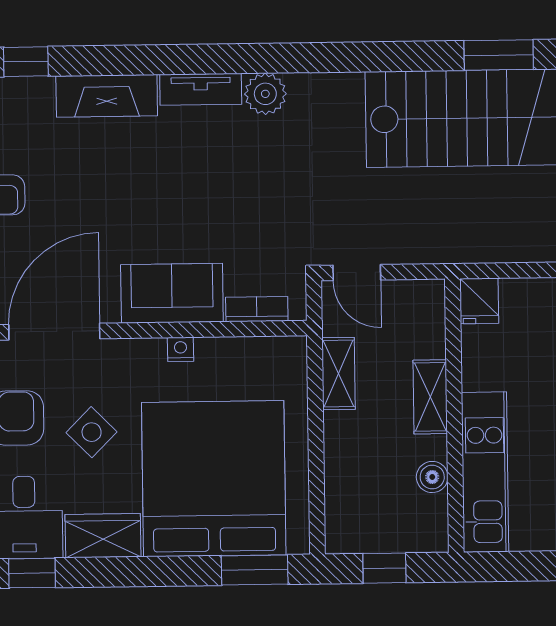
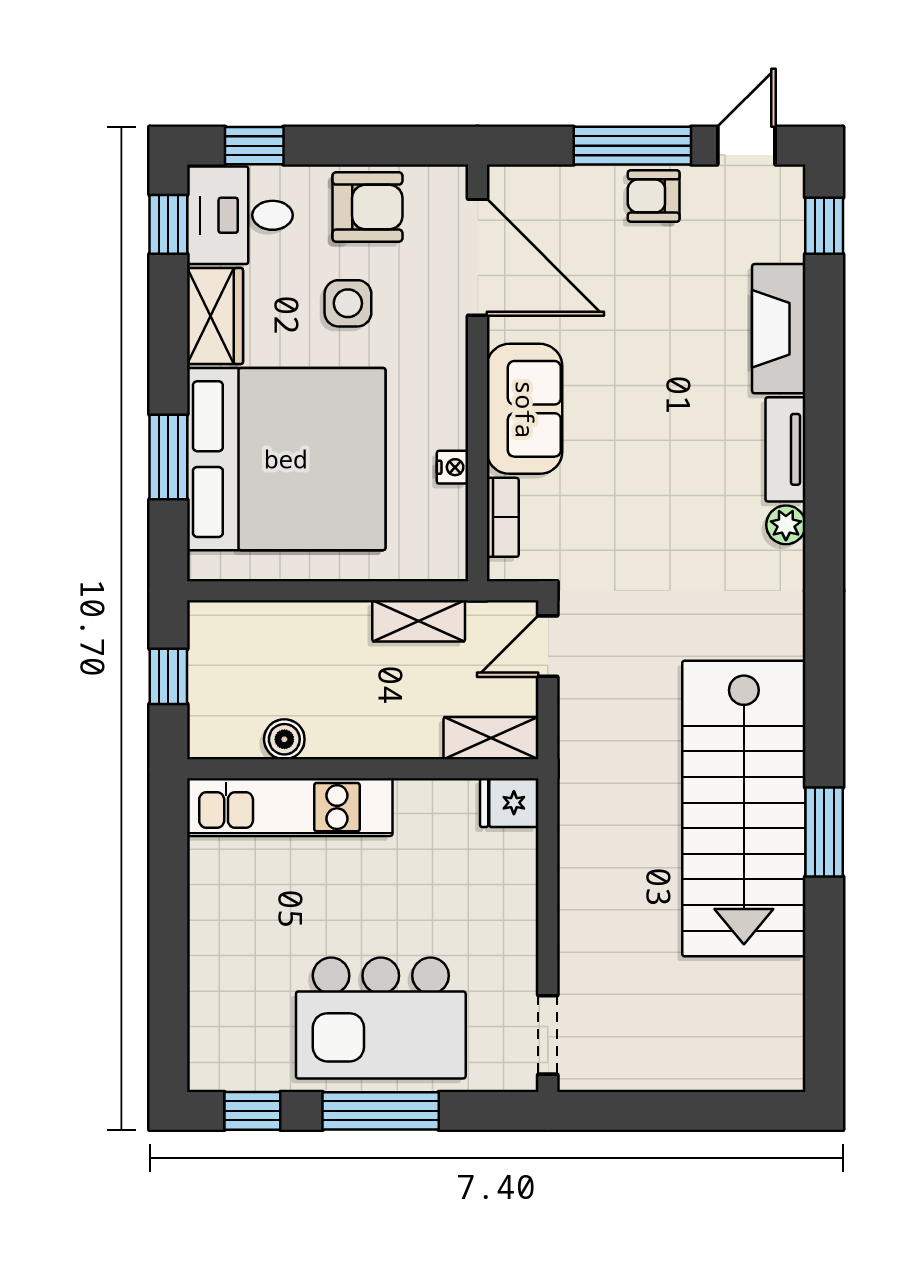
plant: (265, 94) -> (786, 525), width x0.73, depth x0.73
nightstand: (181, 349) -> (453, 467), moved
shelving: (430, 397) -> (491, 738), moved
side table: (92, 432) -> (348, 303), turned 45
window: (255, 570) -> (168, 457), moved

